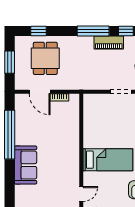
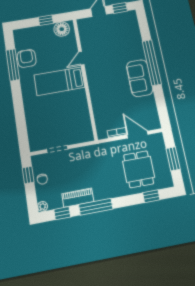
window: (10, 135) -> (152, 63), moved
sofa: (26, 165) -> (140, 78), moved
door: (81, 194) -> (81, 58), moved

